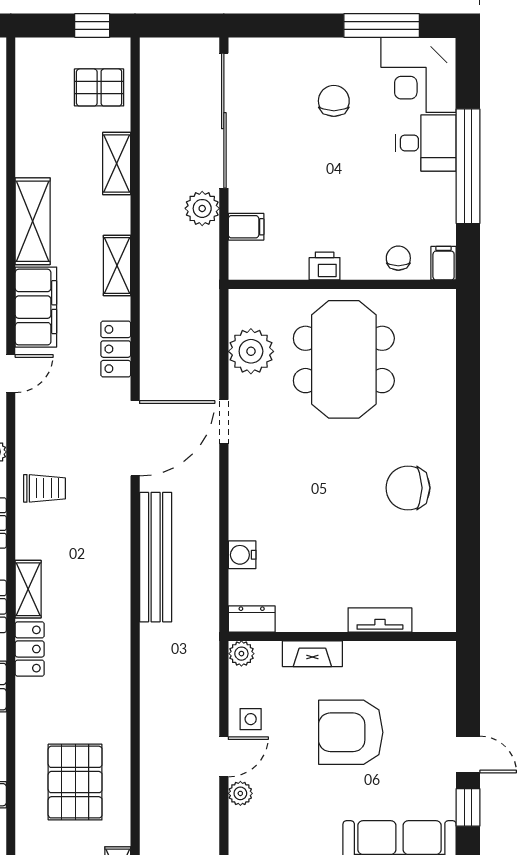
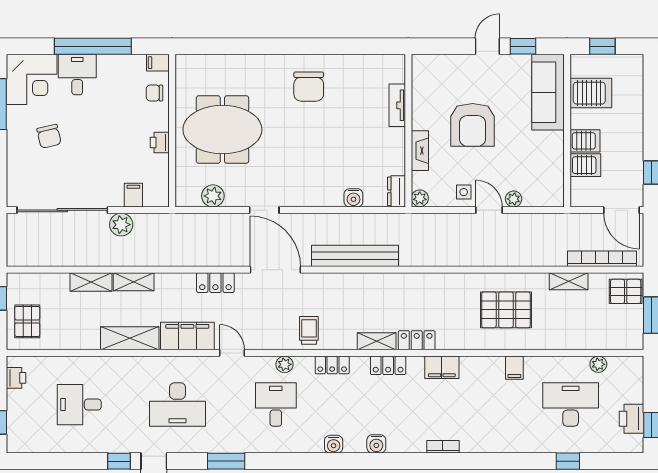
pallet: (99, 87) -> (27, 321), moved
chair: (334, 101) -> (49, 136), turned -103
shelving: (117, 265) -> (134, 282), moved
plant: (251, 351) -> (213, 196), width x0.73, depth x0.73

